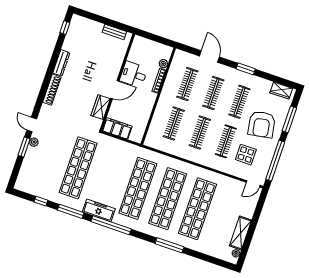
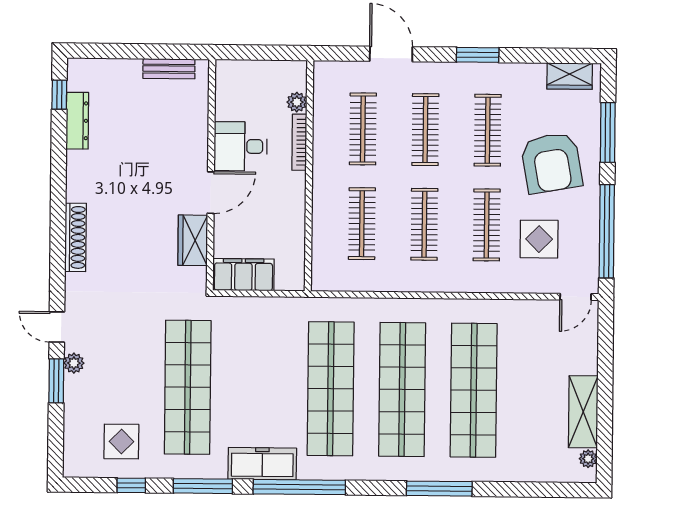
dresser: (61, 63) -> (77, 121), moved
display table: (43, 181) -> (121, 441), added

